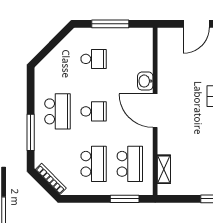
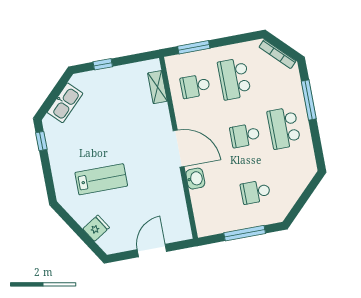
school desk: (130, 164) -> (195, 86), width x0.54

